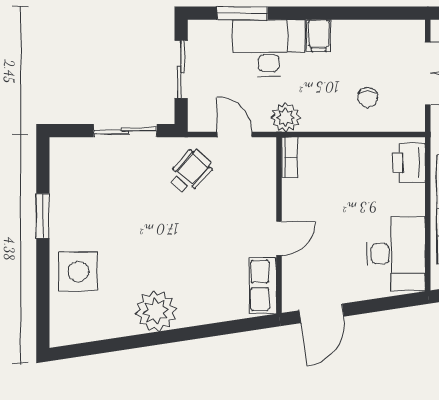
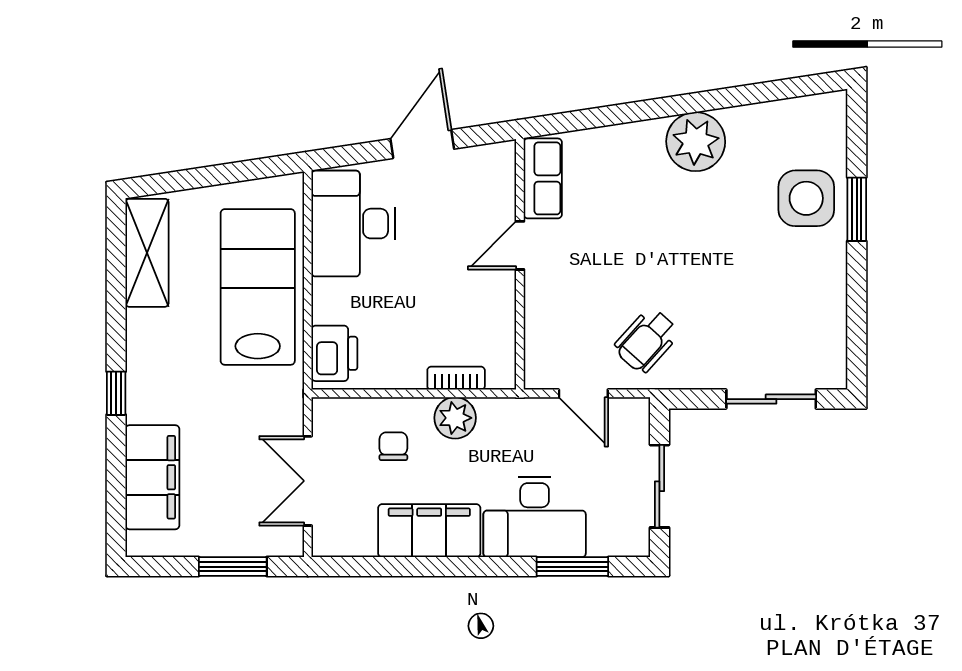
filing cabinet: (319, 36) -> (429, 531), width x3.00, depth x1.17
plant: (286, 117) -> (455, 418), moved
sliding door: (125, 131) -> (771, 399), moved
bookcase: (290, 157) -> (456, 378), moved, turned 90
window: (43, 216) -> (857, 209), moved
door: (321, 313) -> (422, 144), moved

